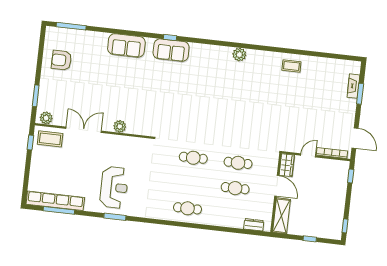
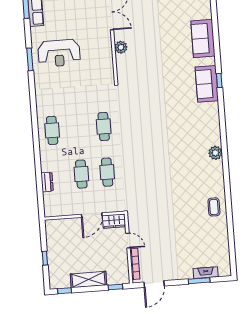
shelving: (282, 216) -> (88, 280), moved
dresser: (254, 225) -> (47, 182), moved

